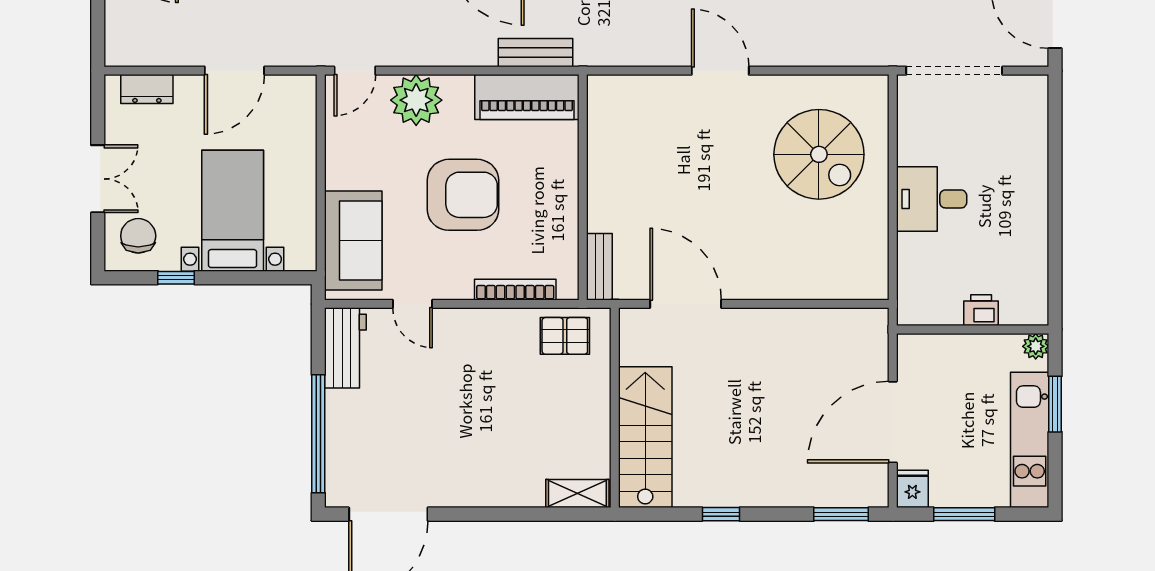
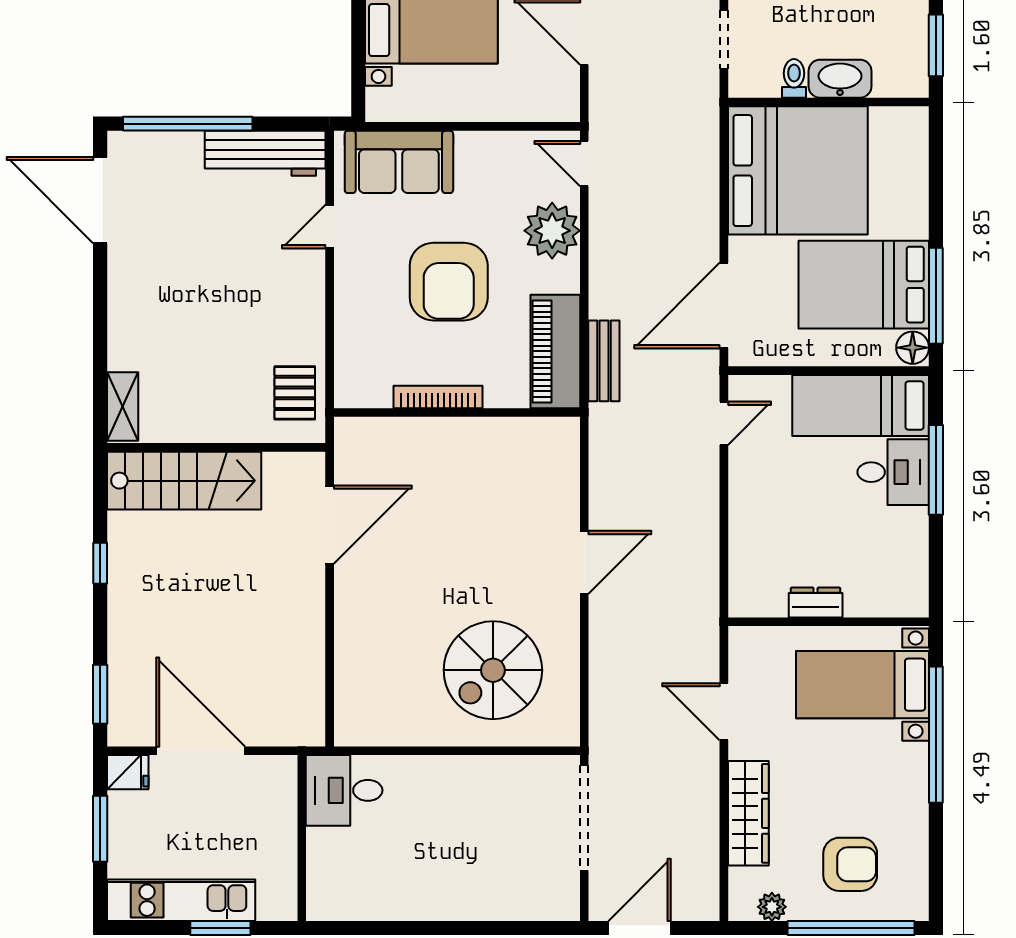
desk: (932, 199) -> (344, 790), moved, turned -90
bench: (599, 267) -> (370, 431), removed
bookcase: (515, 290) -> (438, 397), moved, turned -90
printer: (981, 310) -> (323, 847), removed
plant: (1036, 346) -> (283, 907), removed
workbench: (345, 348) -> (265, 153), width x1.38

